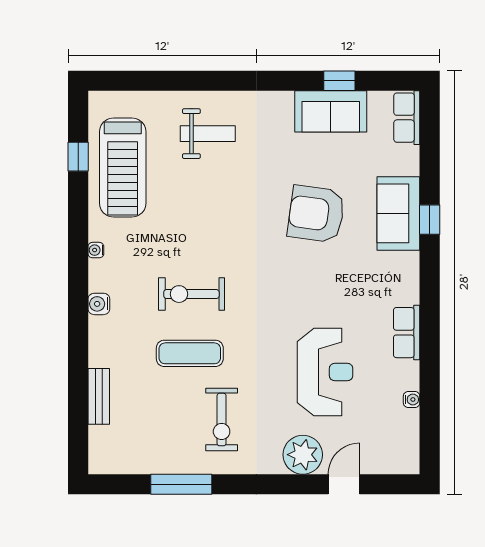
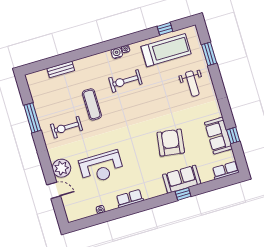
window: (157, 81) -> (209, 54), added
treadmill: (123, 167) -> (166, 50), turned 180
exercise bike: (191, 294) -> (125, 81), moved, turned -90
water cooler: (99, 304) -> (117, 53), moved

